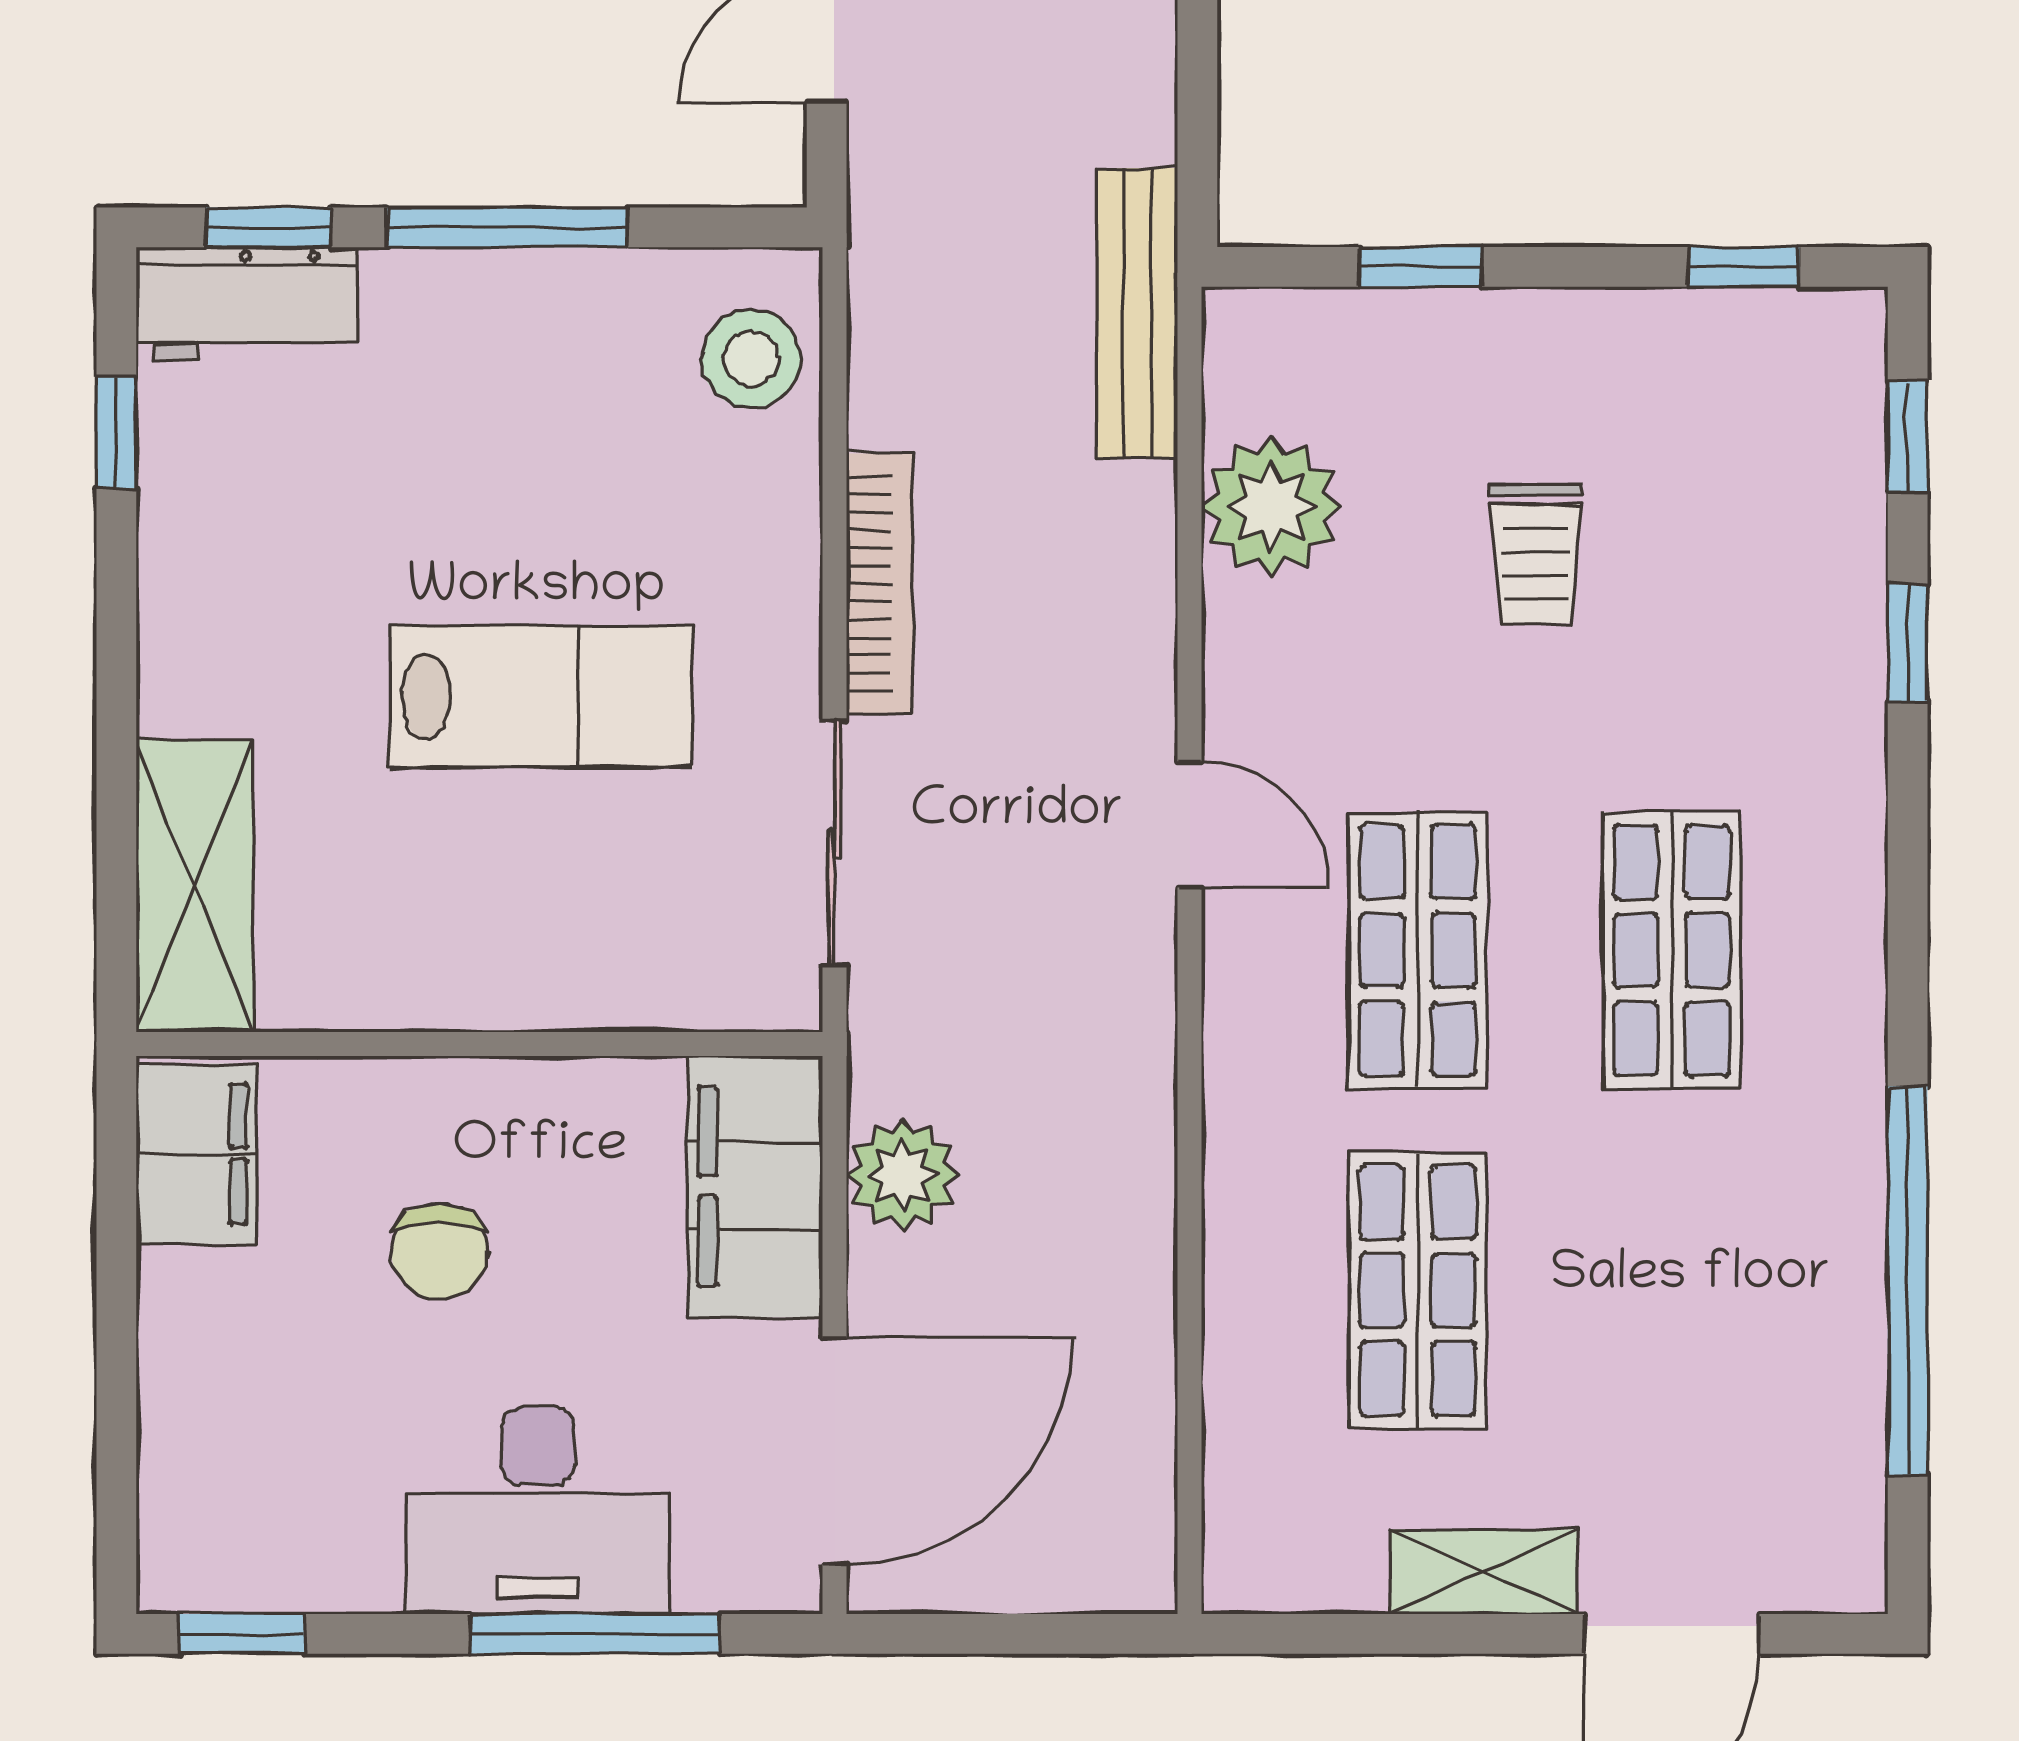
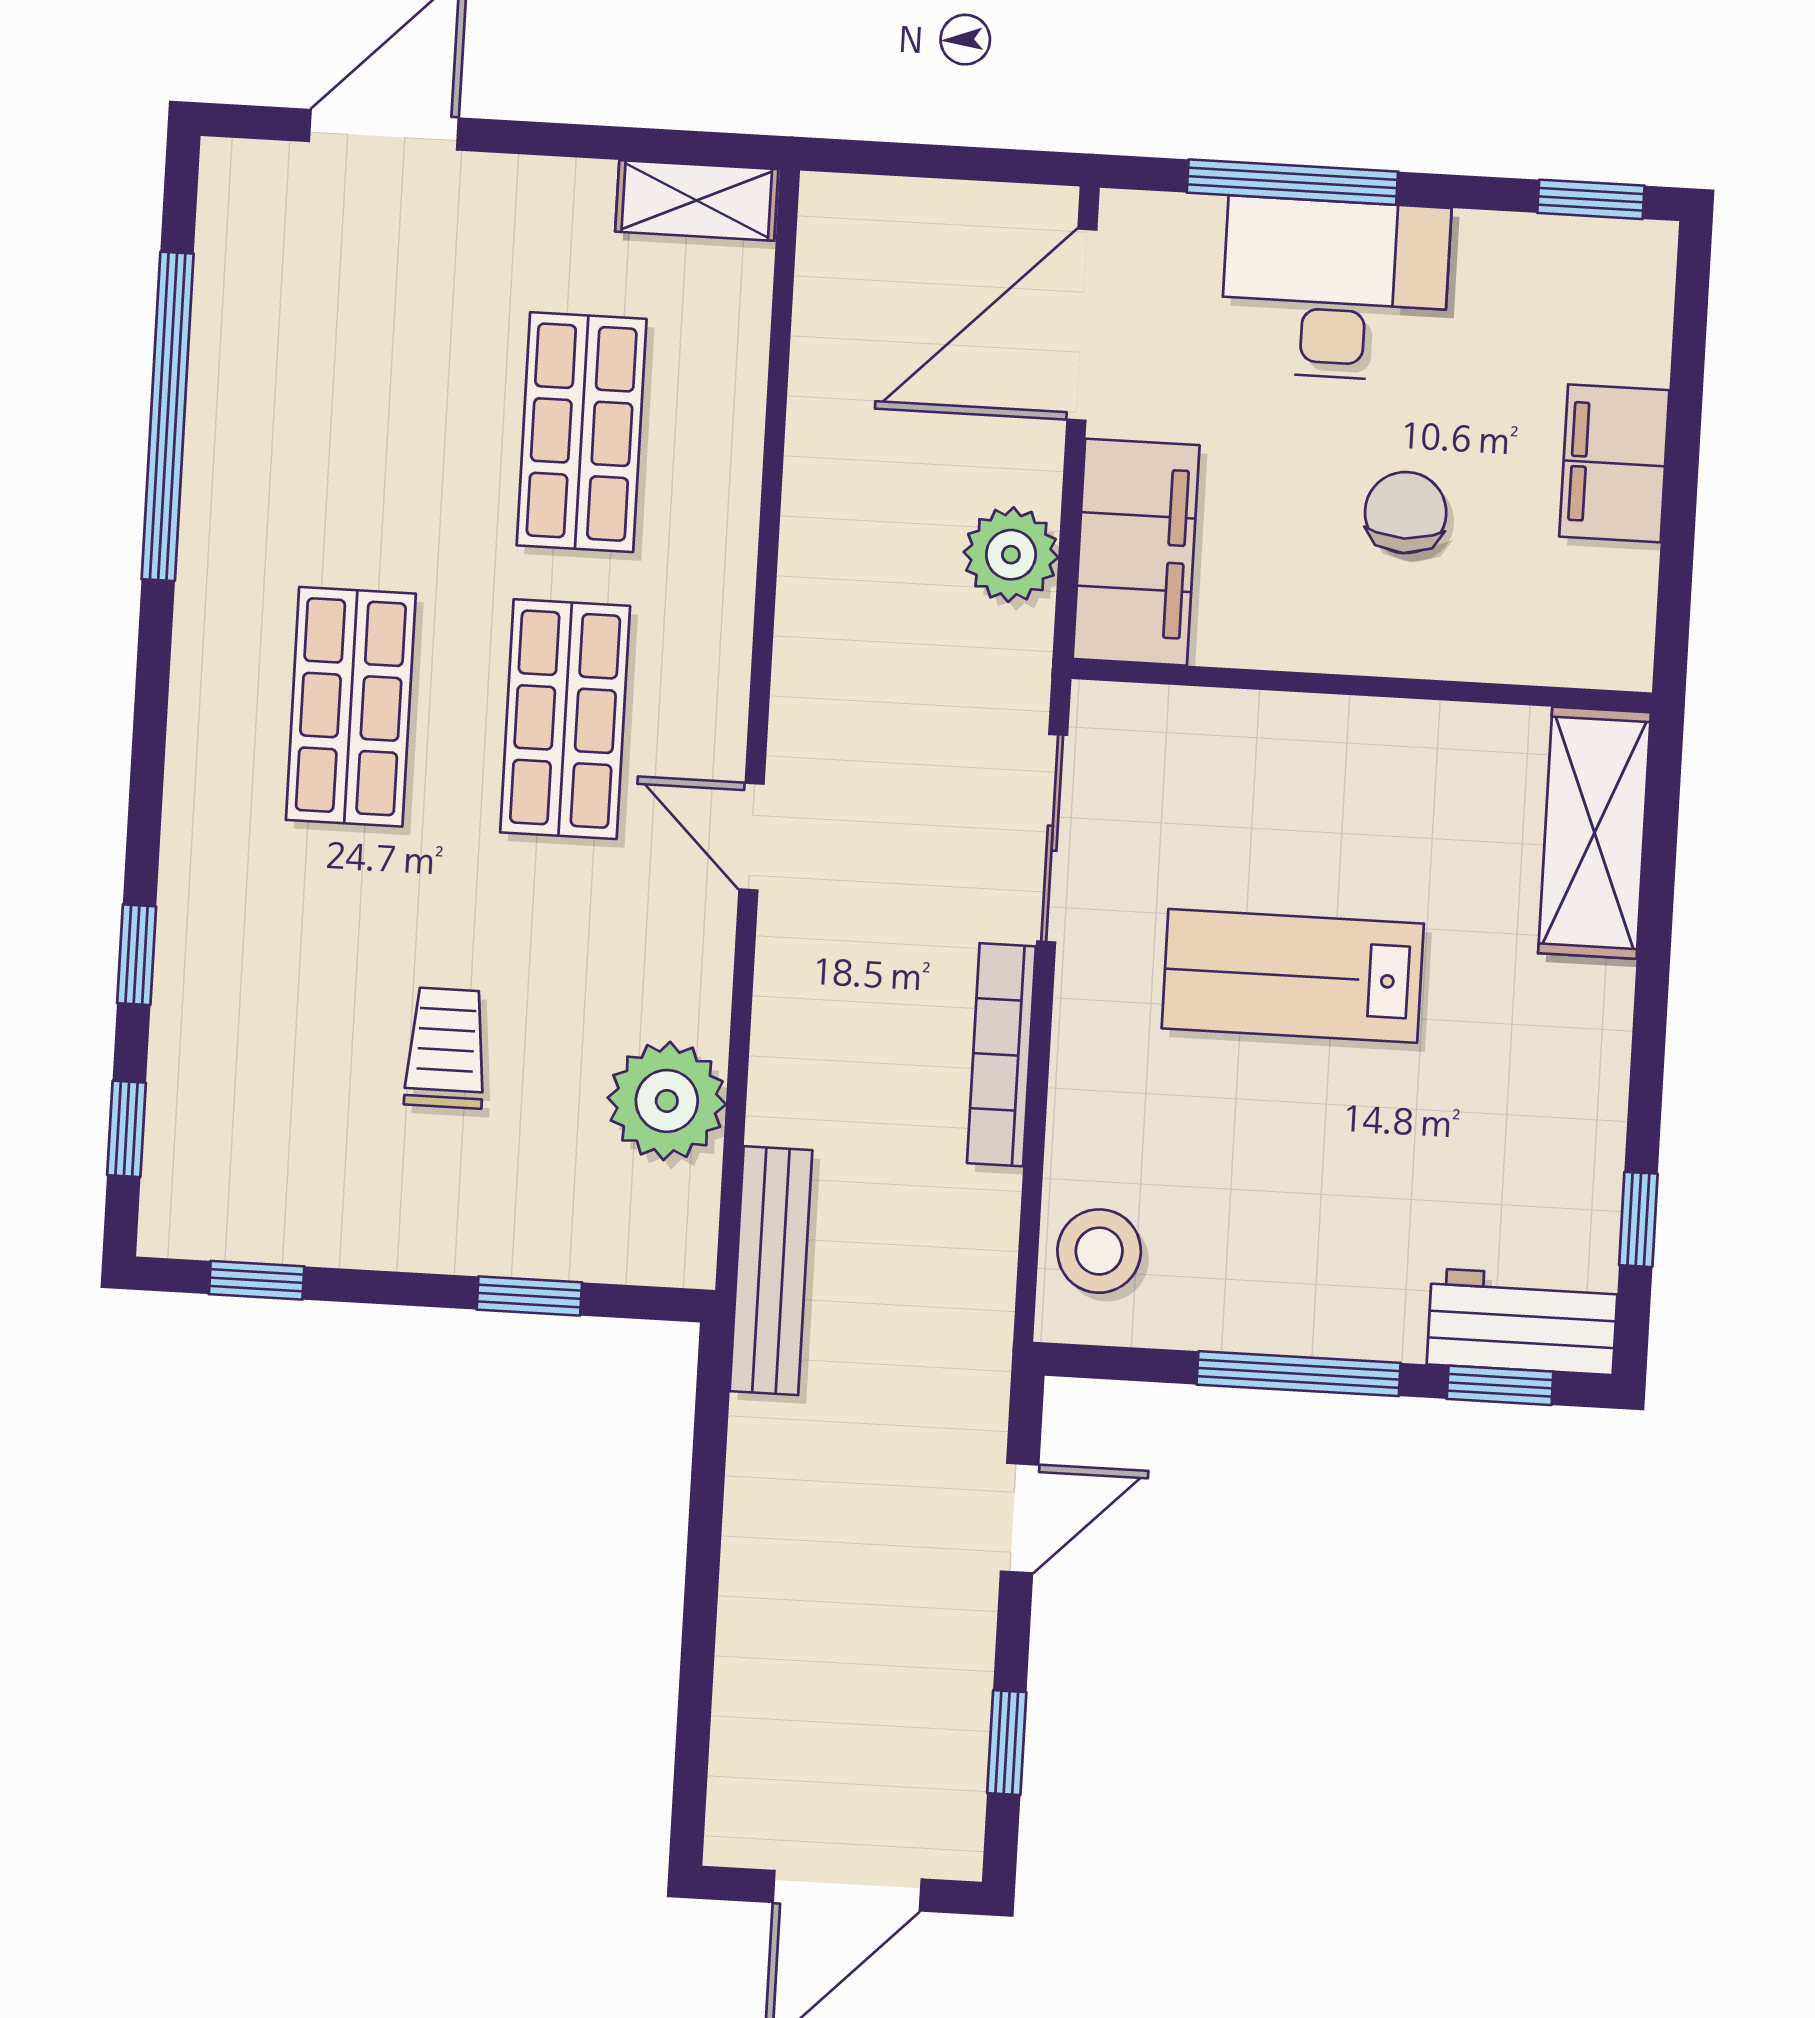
filing cabinet: (196, 1154) -> (1614, 463), moved
shelving: (1484, 1572) -> (697, 200), moved

